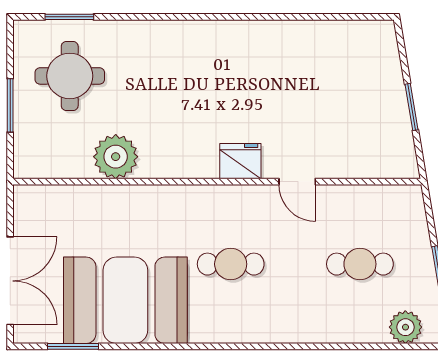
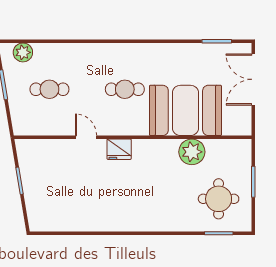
booth: (125, 300) -> (185, 110), moved

